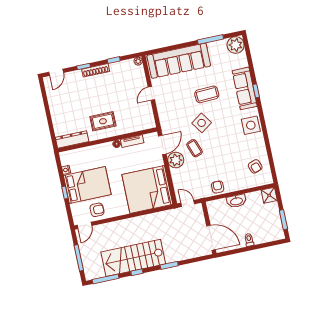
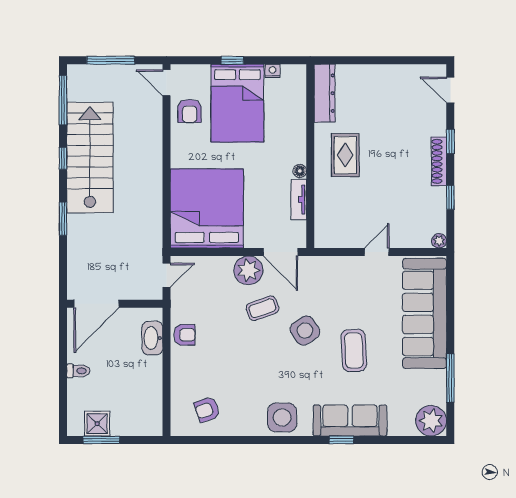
door: (151, 93) -> (377, 252), hinge flipped
shower: (269, 195) -> (97, 424), moved
washbasin: (236, 201) -> (152, 338), moved

